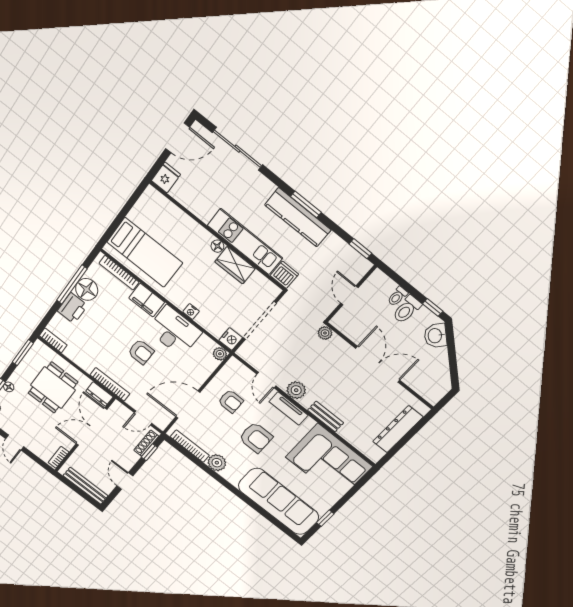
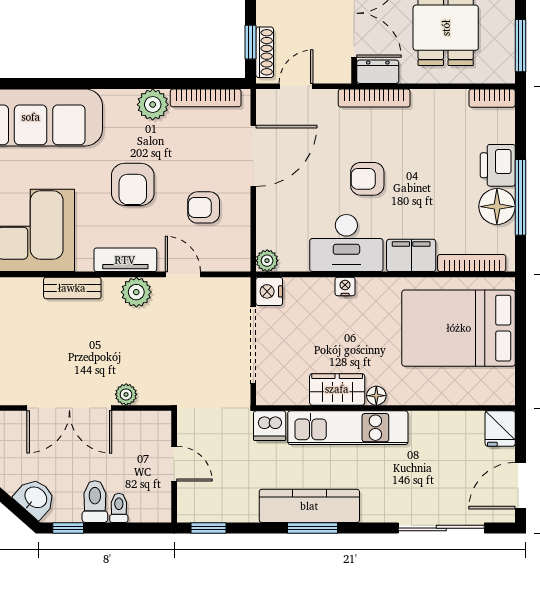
bed: (145, 253) -> (459, 328), width x1.50
plant: (325, 333) -> (126, 394), moved
armchair: (256, 438) -> (133, 184), turned -90

